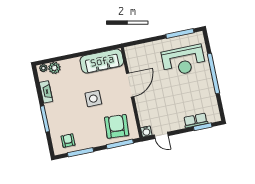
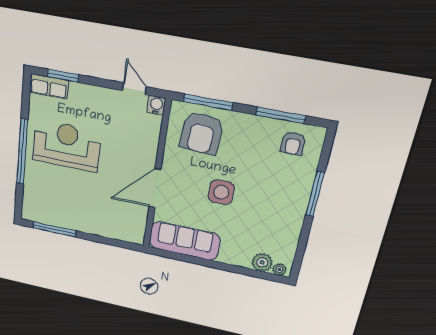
reception desk: (184, 61) -> (66, 146), moved
fireplace: (46, 92) -> (293, 234), removed
row of seats: (196, 120) -> (49, 86), moved

